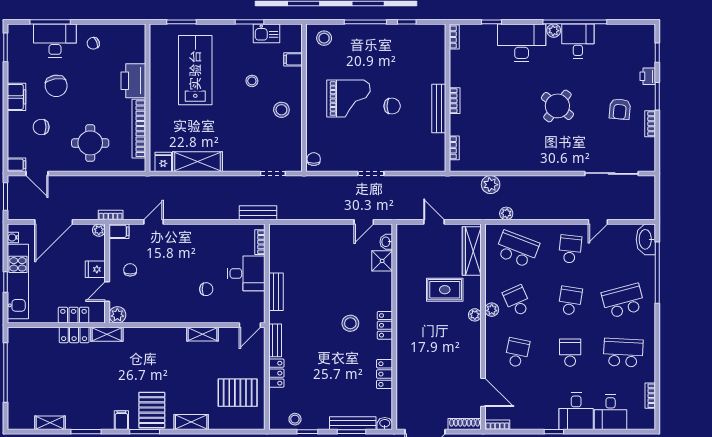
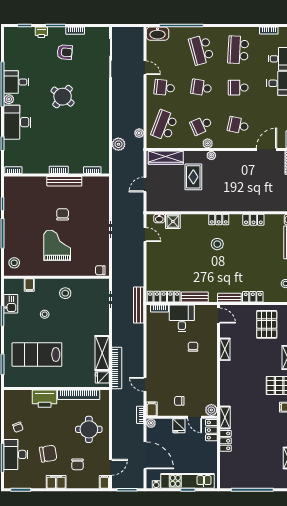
bookcase: (176, 182) -> (117, 368), added
bench: (258, 213) -> (139, 305), width x1.36
locker: (277, 248) -> (164, 297), added
locker: (74, 315) -> (211, 430), moved

